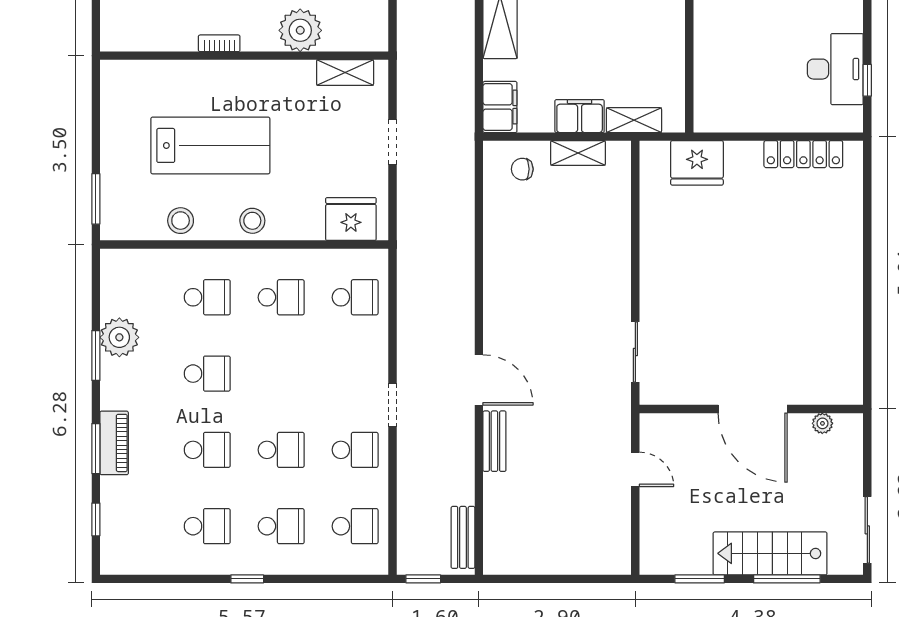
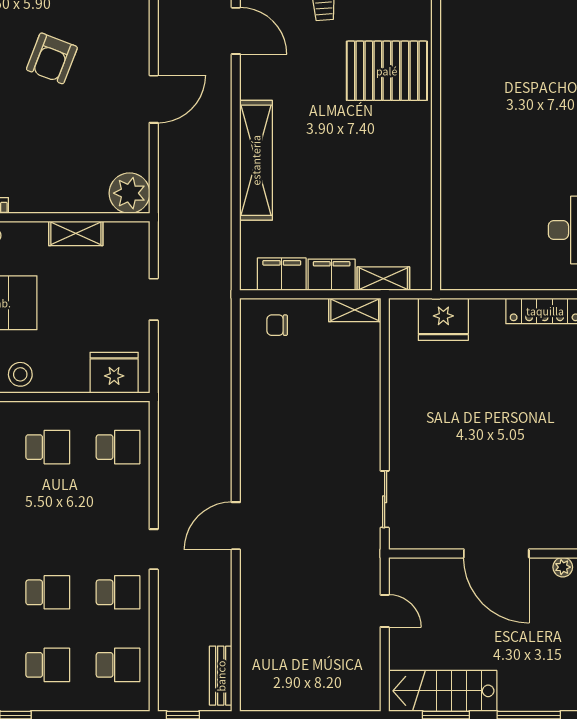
plant: (300, 30) -> (130, 193), moved
shelving: (345, 73) -> (76, 233), moved
filing cabinet: (500, 107) -> (282, 274), moved, turned -90
shelving: (578, 153) -> (355, 310), moved
door: (479, 380) -> (236, 526), swing flipped
bench: (494, 441) -> (251, 584), removed
stairs: (770, 553) -> (443, 691), moved

